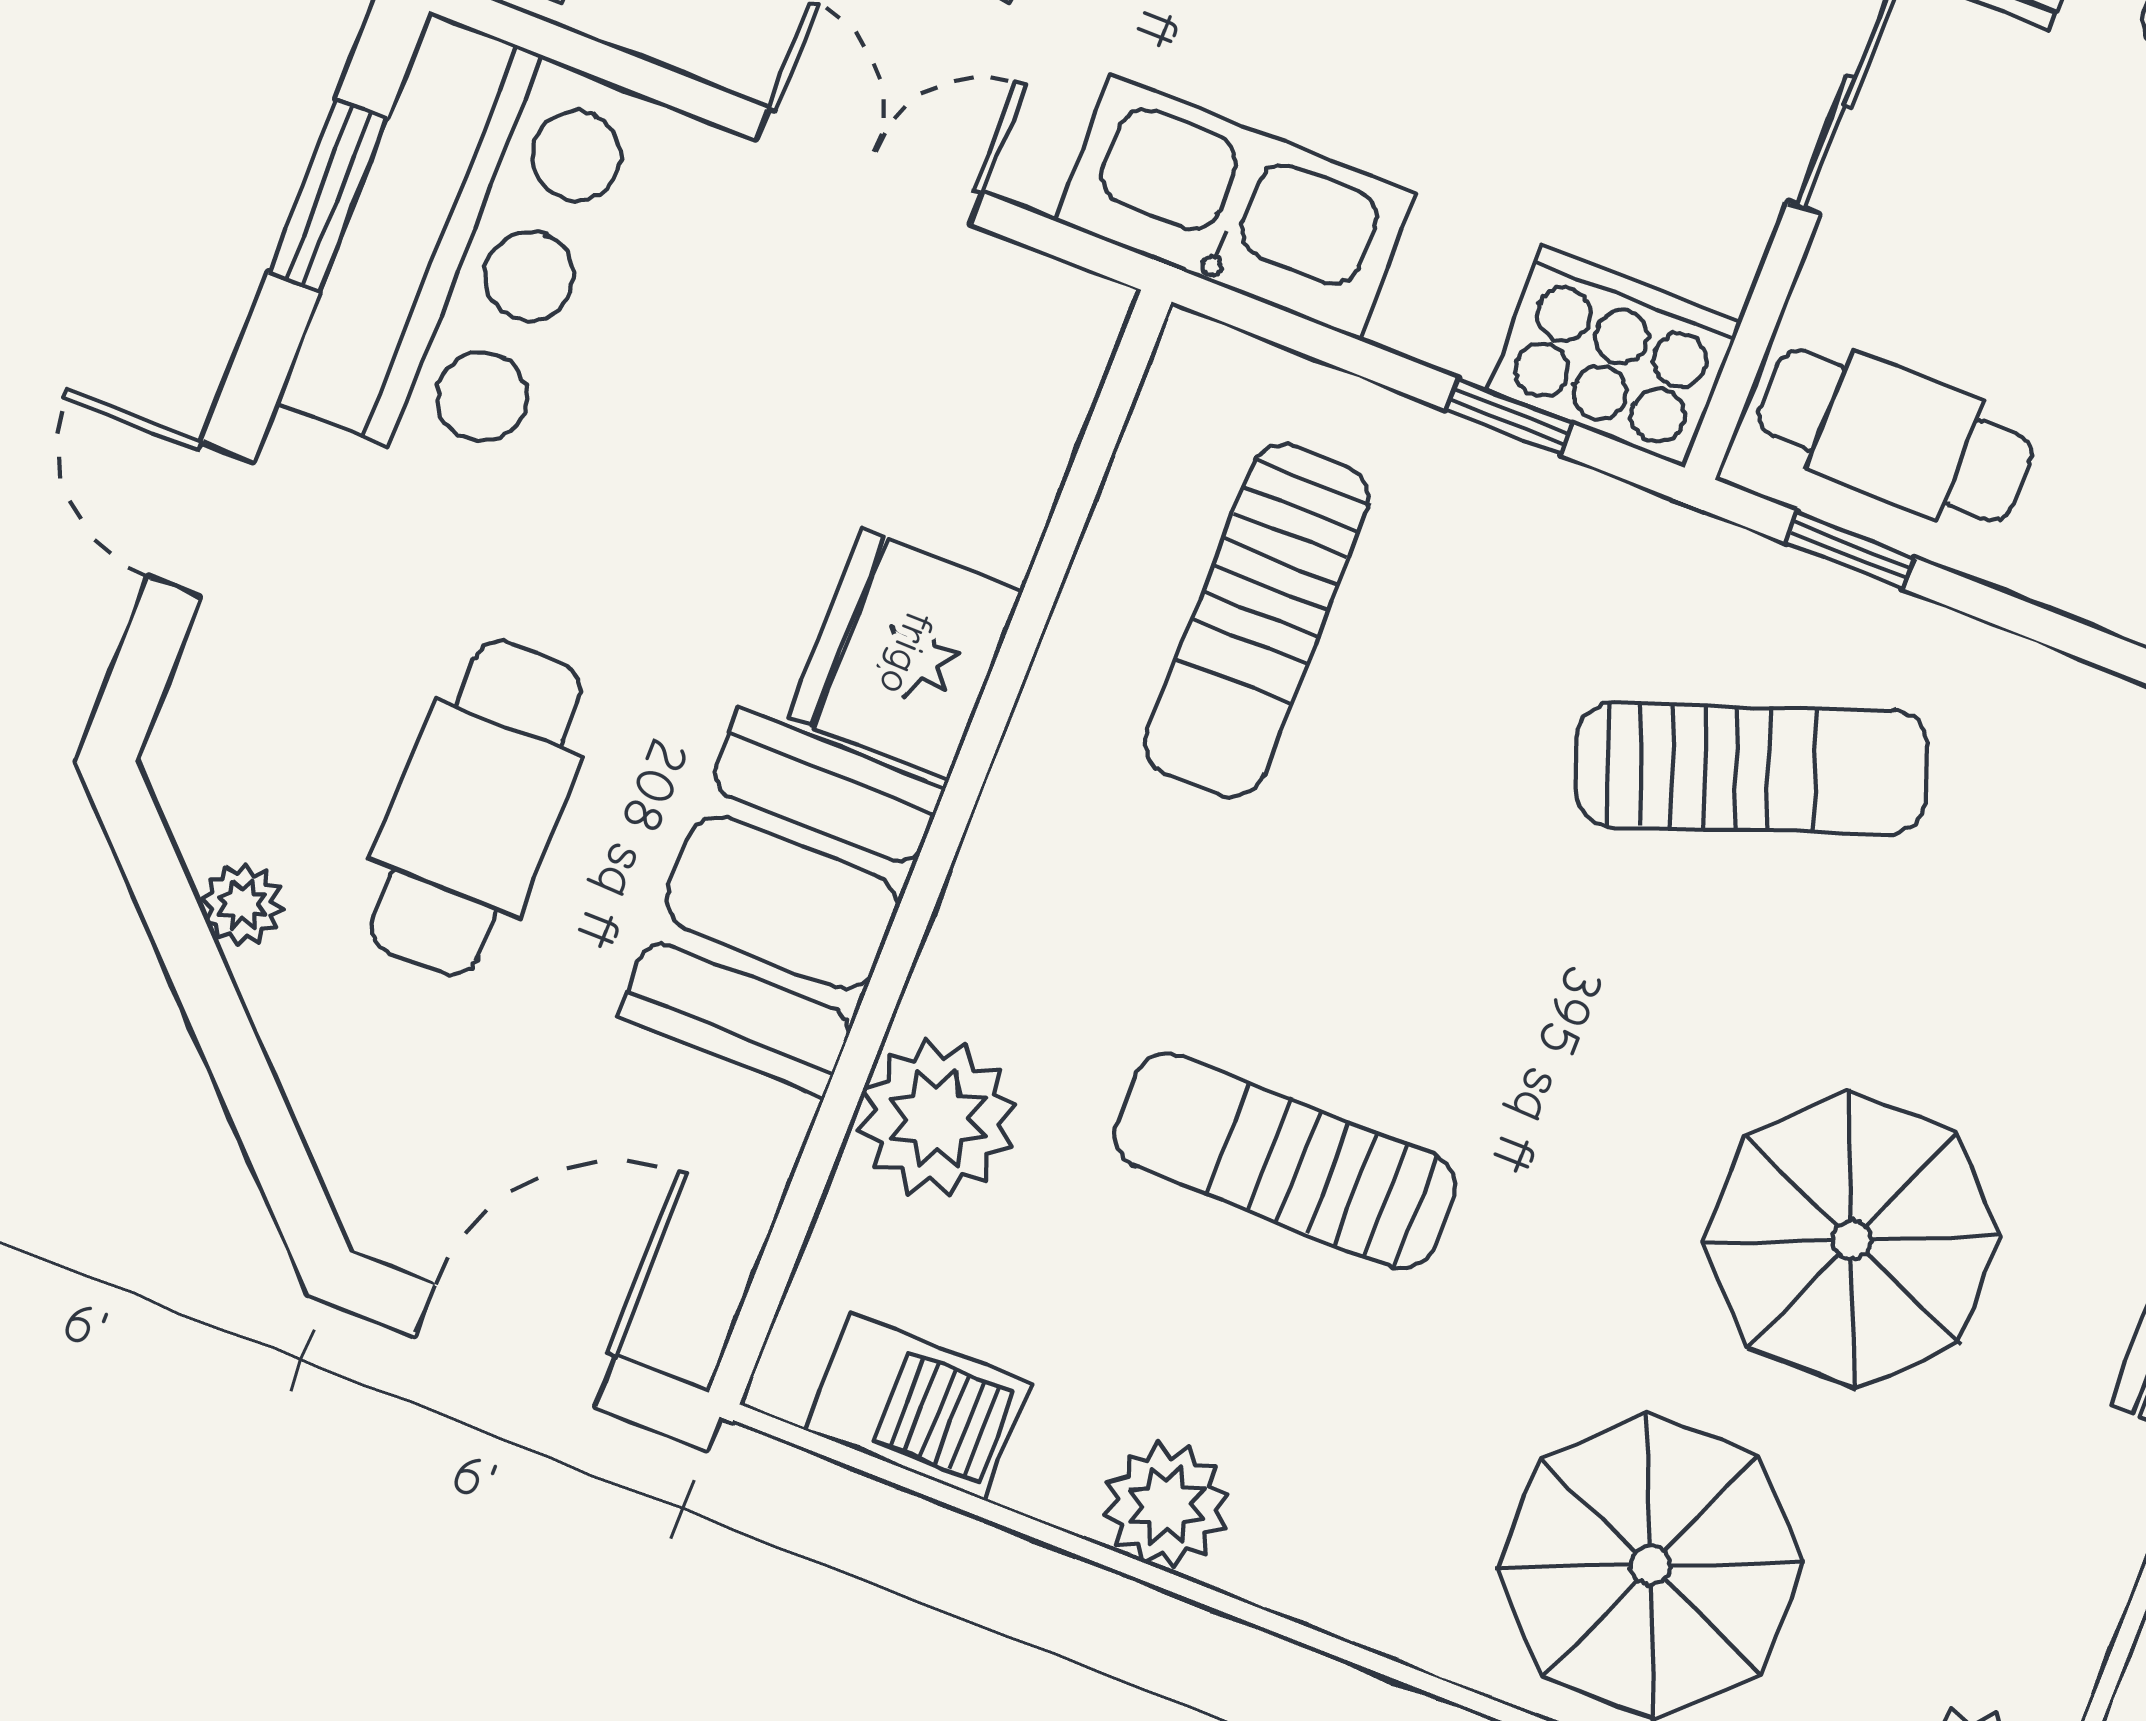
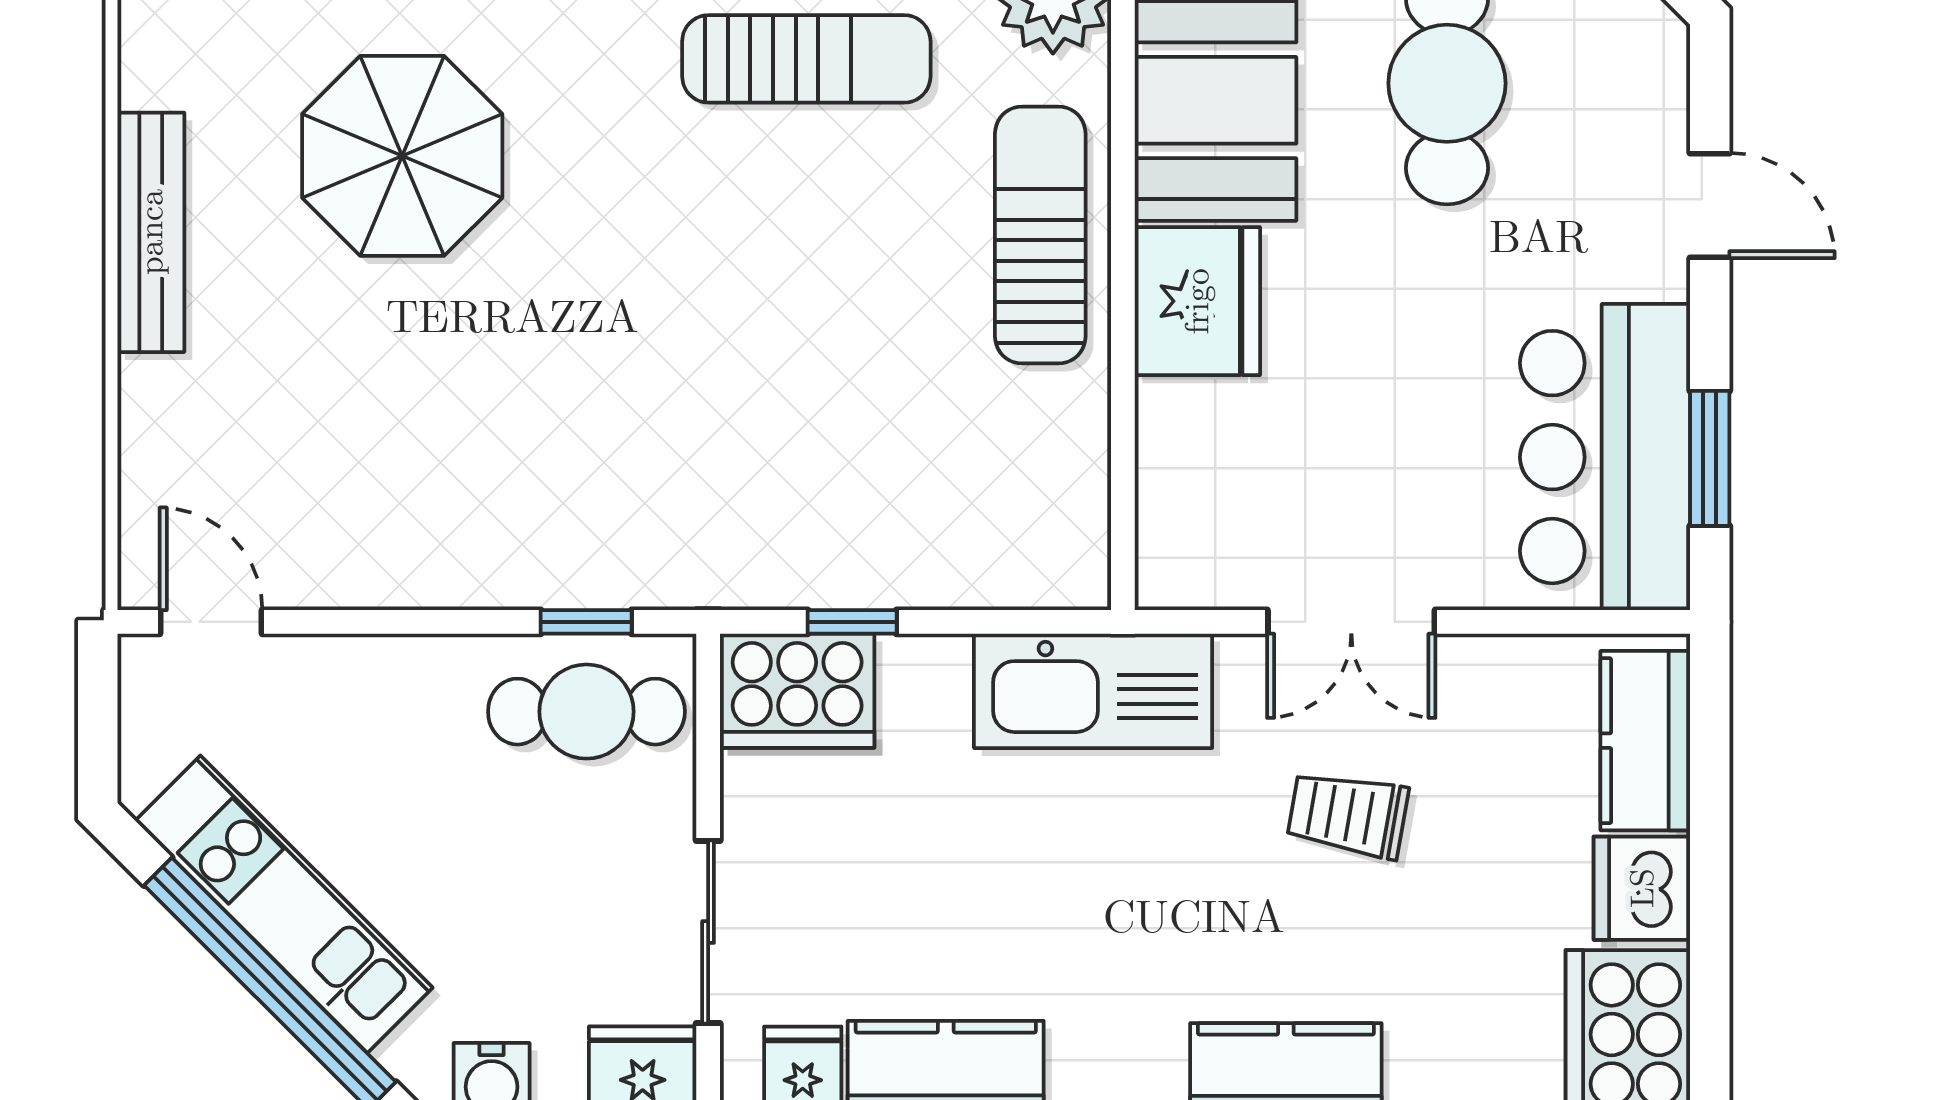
sun lounger: (1257, 621) -> (1040, 235), moved
sun lounger: (1752, 768) -> (595, 448), removed

